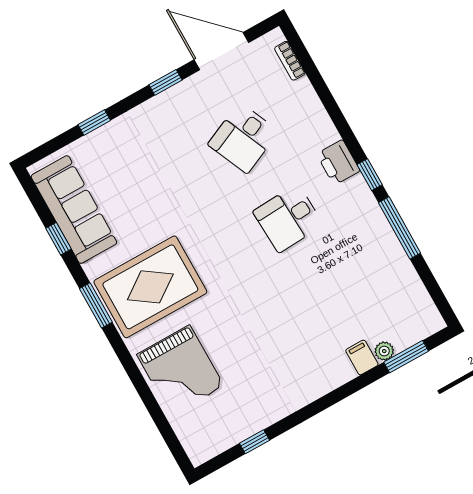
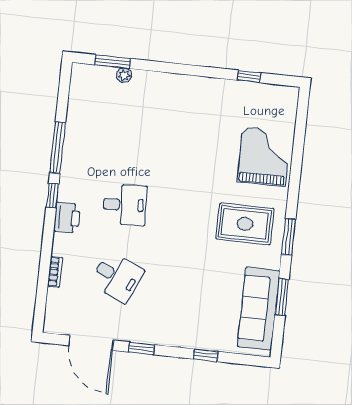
bookcase: (290, 61) -> (55, 272), moved
desk: (243, 138) -> (117, 277), turned 48
window: (58, 239) -> (282, 297), width x1.50
rug: (150, 287) -> (245, 224), width x0.73, depth x0.69
filing cabinet: (362, 357) -> (141, 81), removed

